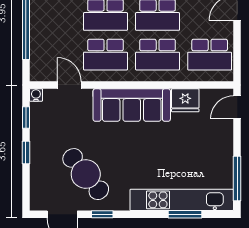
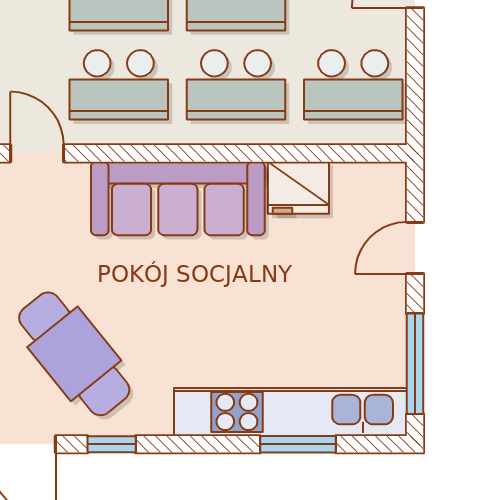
door: (237, 107) -> (415, 248), moved

